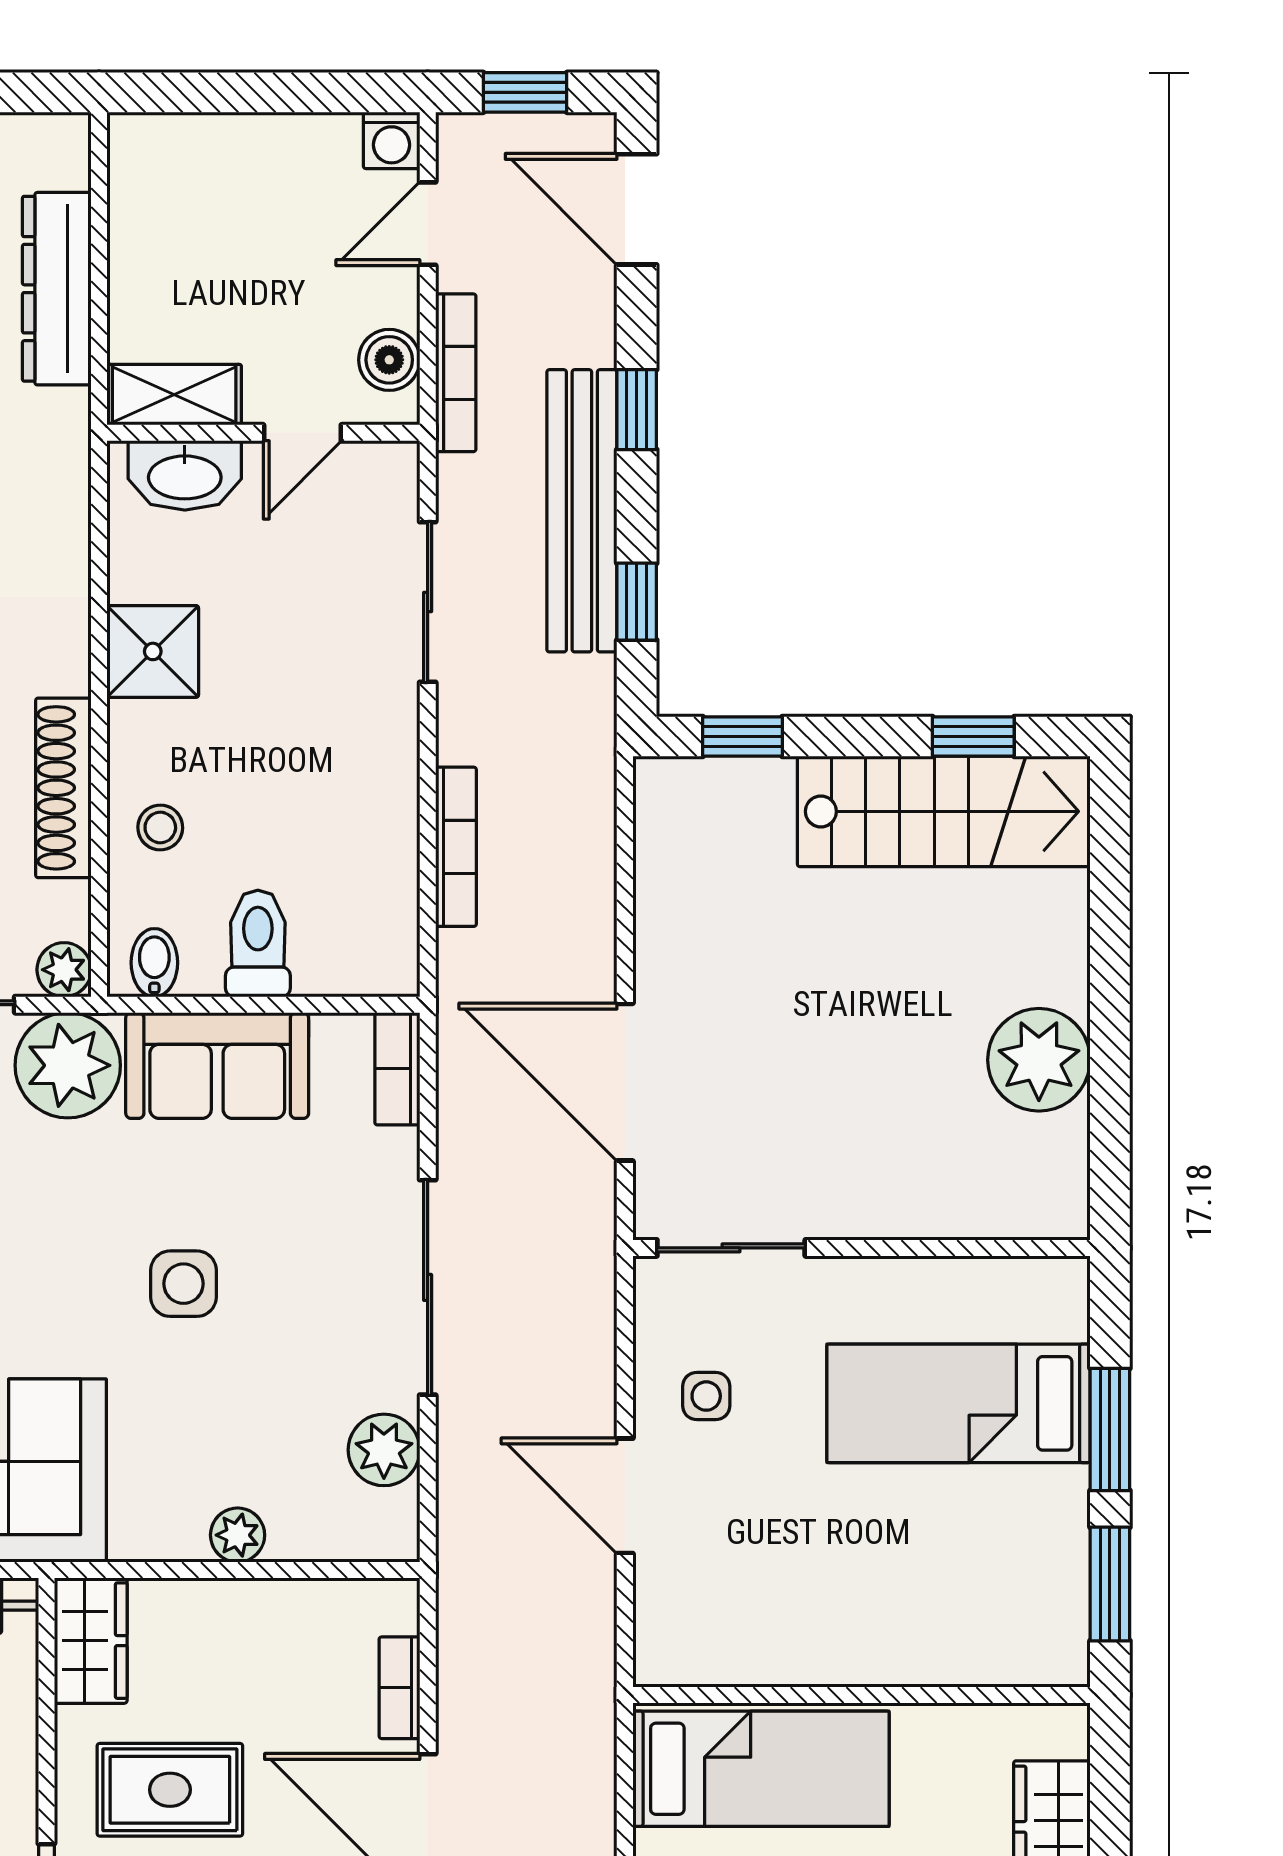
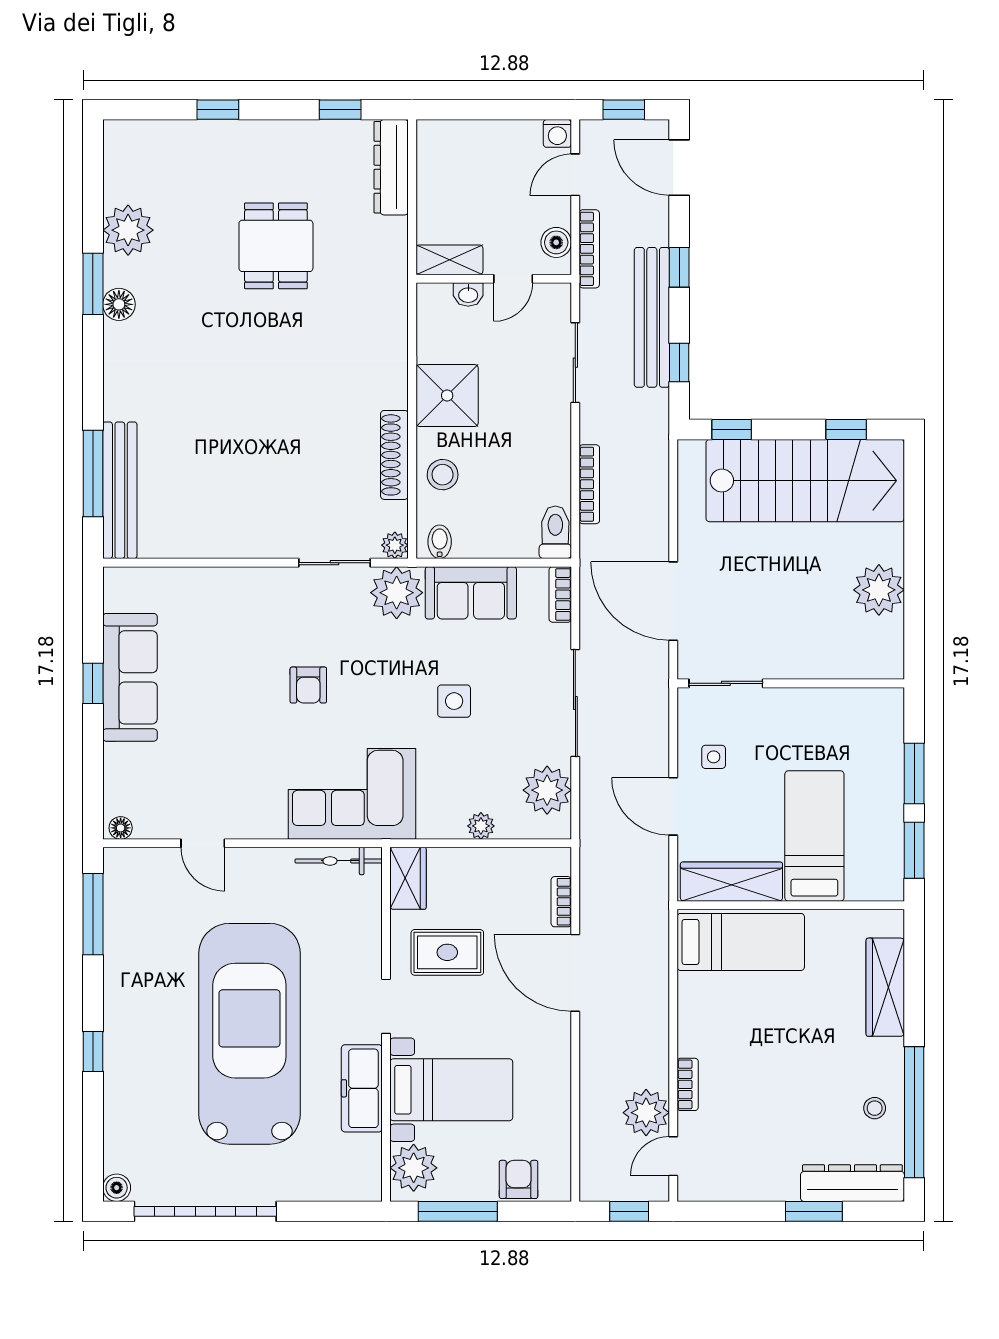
dresser: (57, 289) -> (391, 167), moved
washbasin: (185, 475) -> (468, 294), width x0.52, depth x0.69
shower: (153, 651) -> (447, 396), width x1.36, depth x1.36
stairs: (944, 811) -> (805, 481), width x1.36, depth x1.51
stool: (160, 827) -> (443, 475), width x1.37, depth x1.37
toilet: (258, 944) -> (555, 532), moved
bed: (959, 1403) -> (814, 836), moved, turned 90
plant: (384, 1450) -> (547, 790), width x1.36, depth x1.36
wardrobe: (742, 1647) -> (731, 882), added

